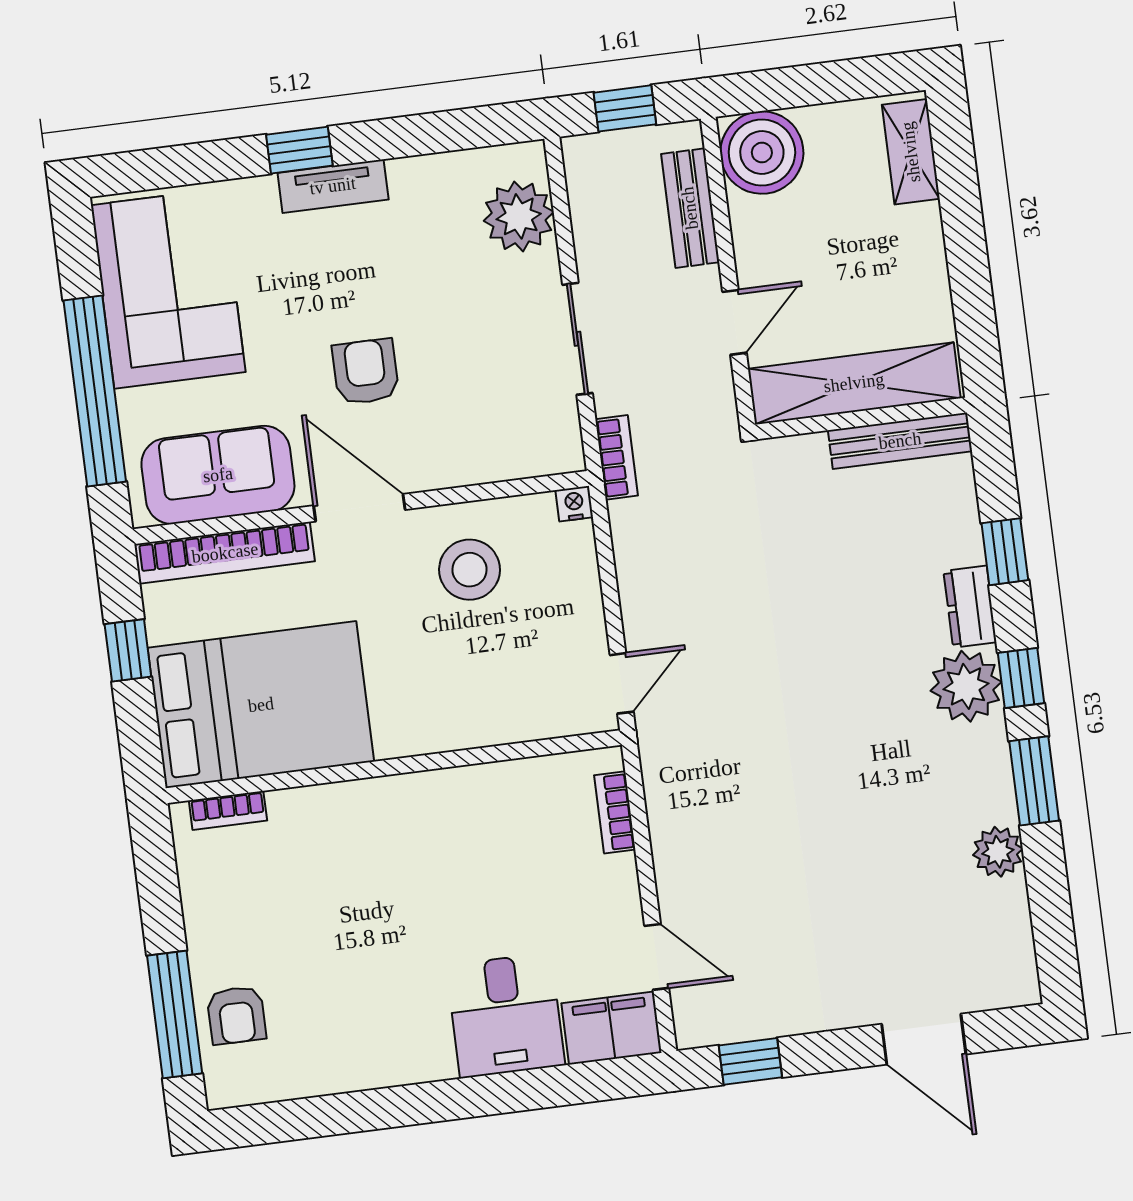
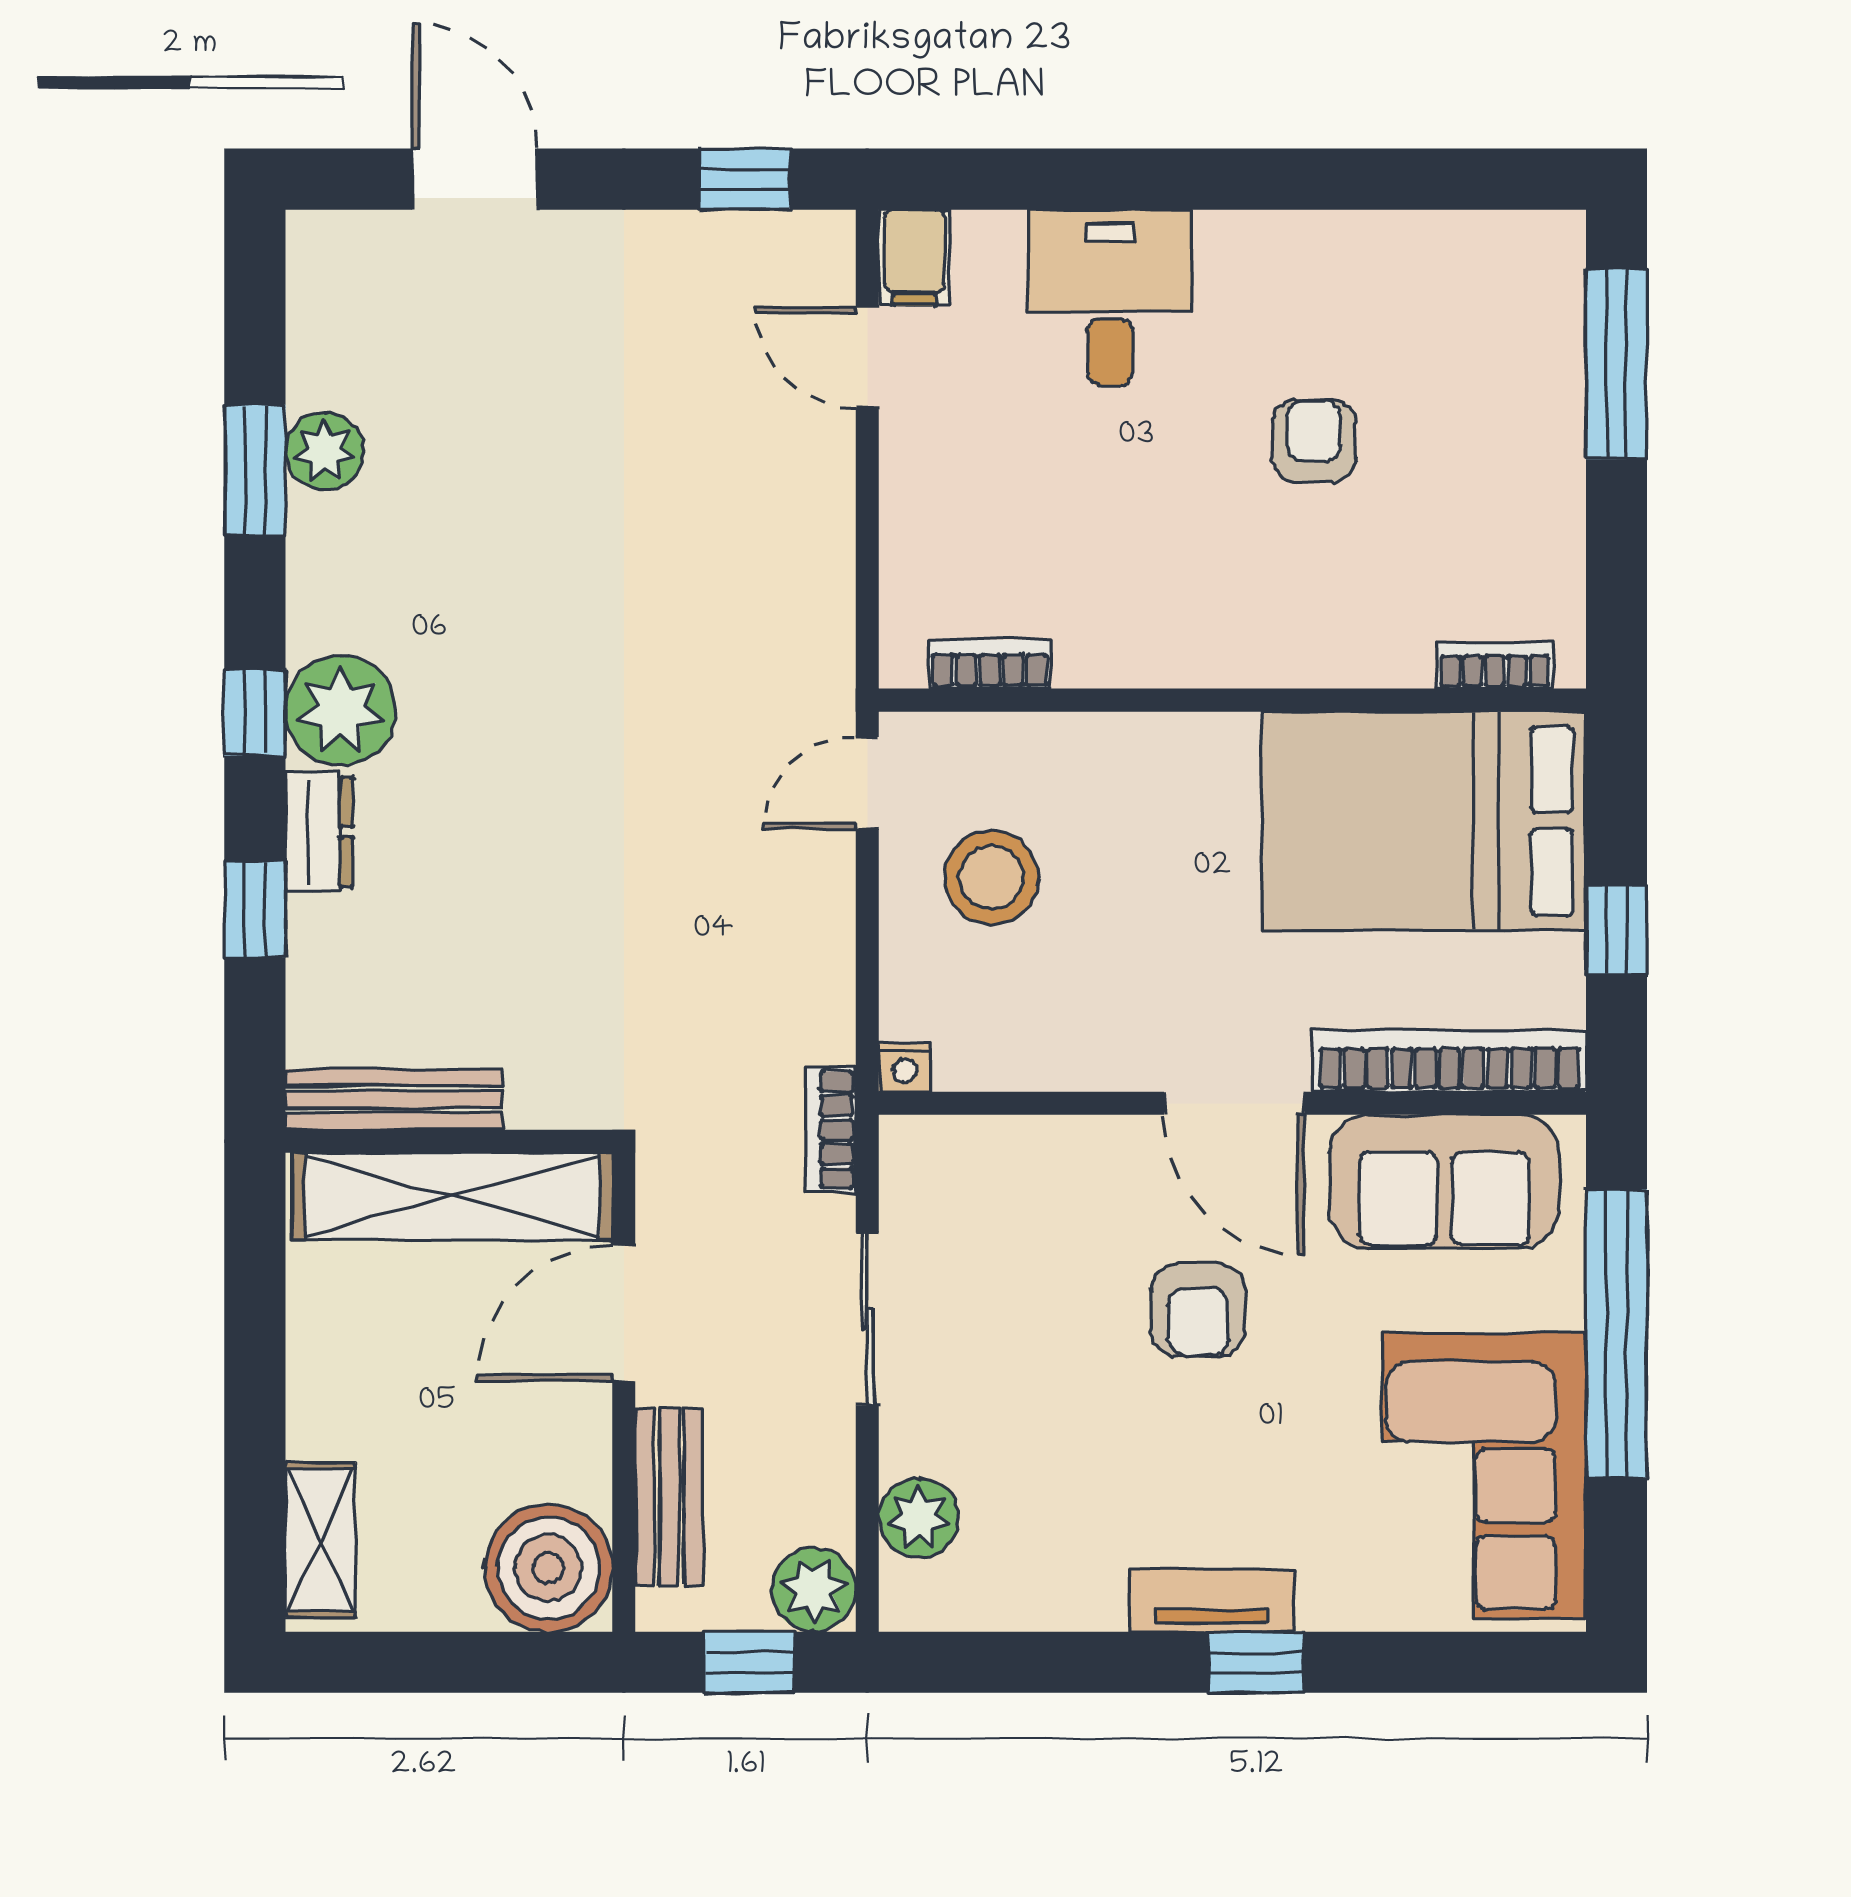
plant: (590, 160) -> (814, 1590), added
plant: (519, 216) -> (919, 1518), width x0.73, depth x0.73
door: (734, 322) -> (624, 1313), width x1.38
stool: (470, 570) -> (991, 877), moved
window: (1034, 781) -> (255, 470), moved
bookcase: (615, 812) -> (990, 664), moved, turned -90
armchair: (236, 1015) -> (1314, 441), moved
filing cabinet: (611, 1028) -> (915, 257), width x0.50

